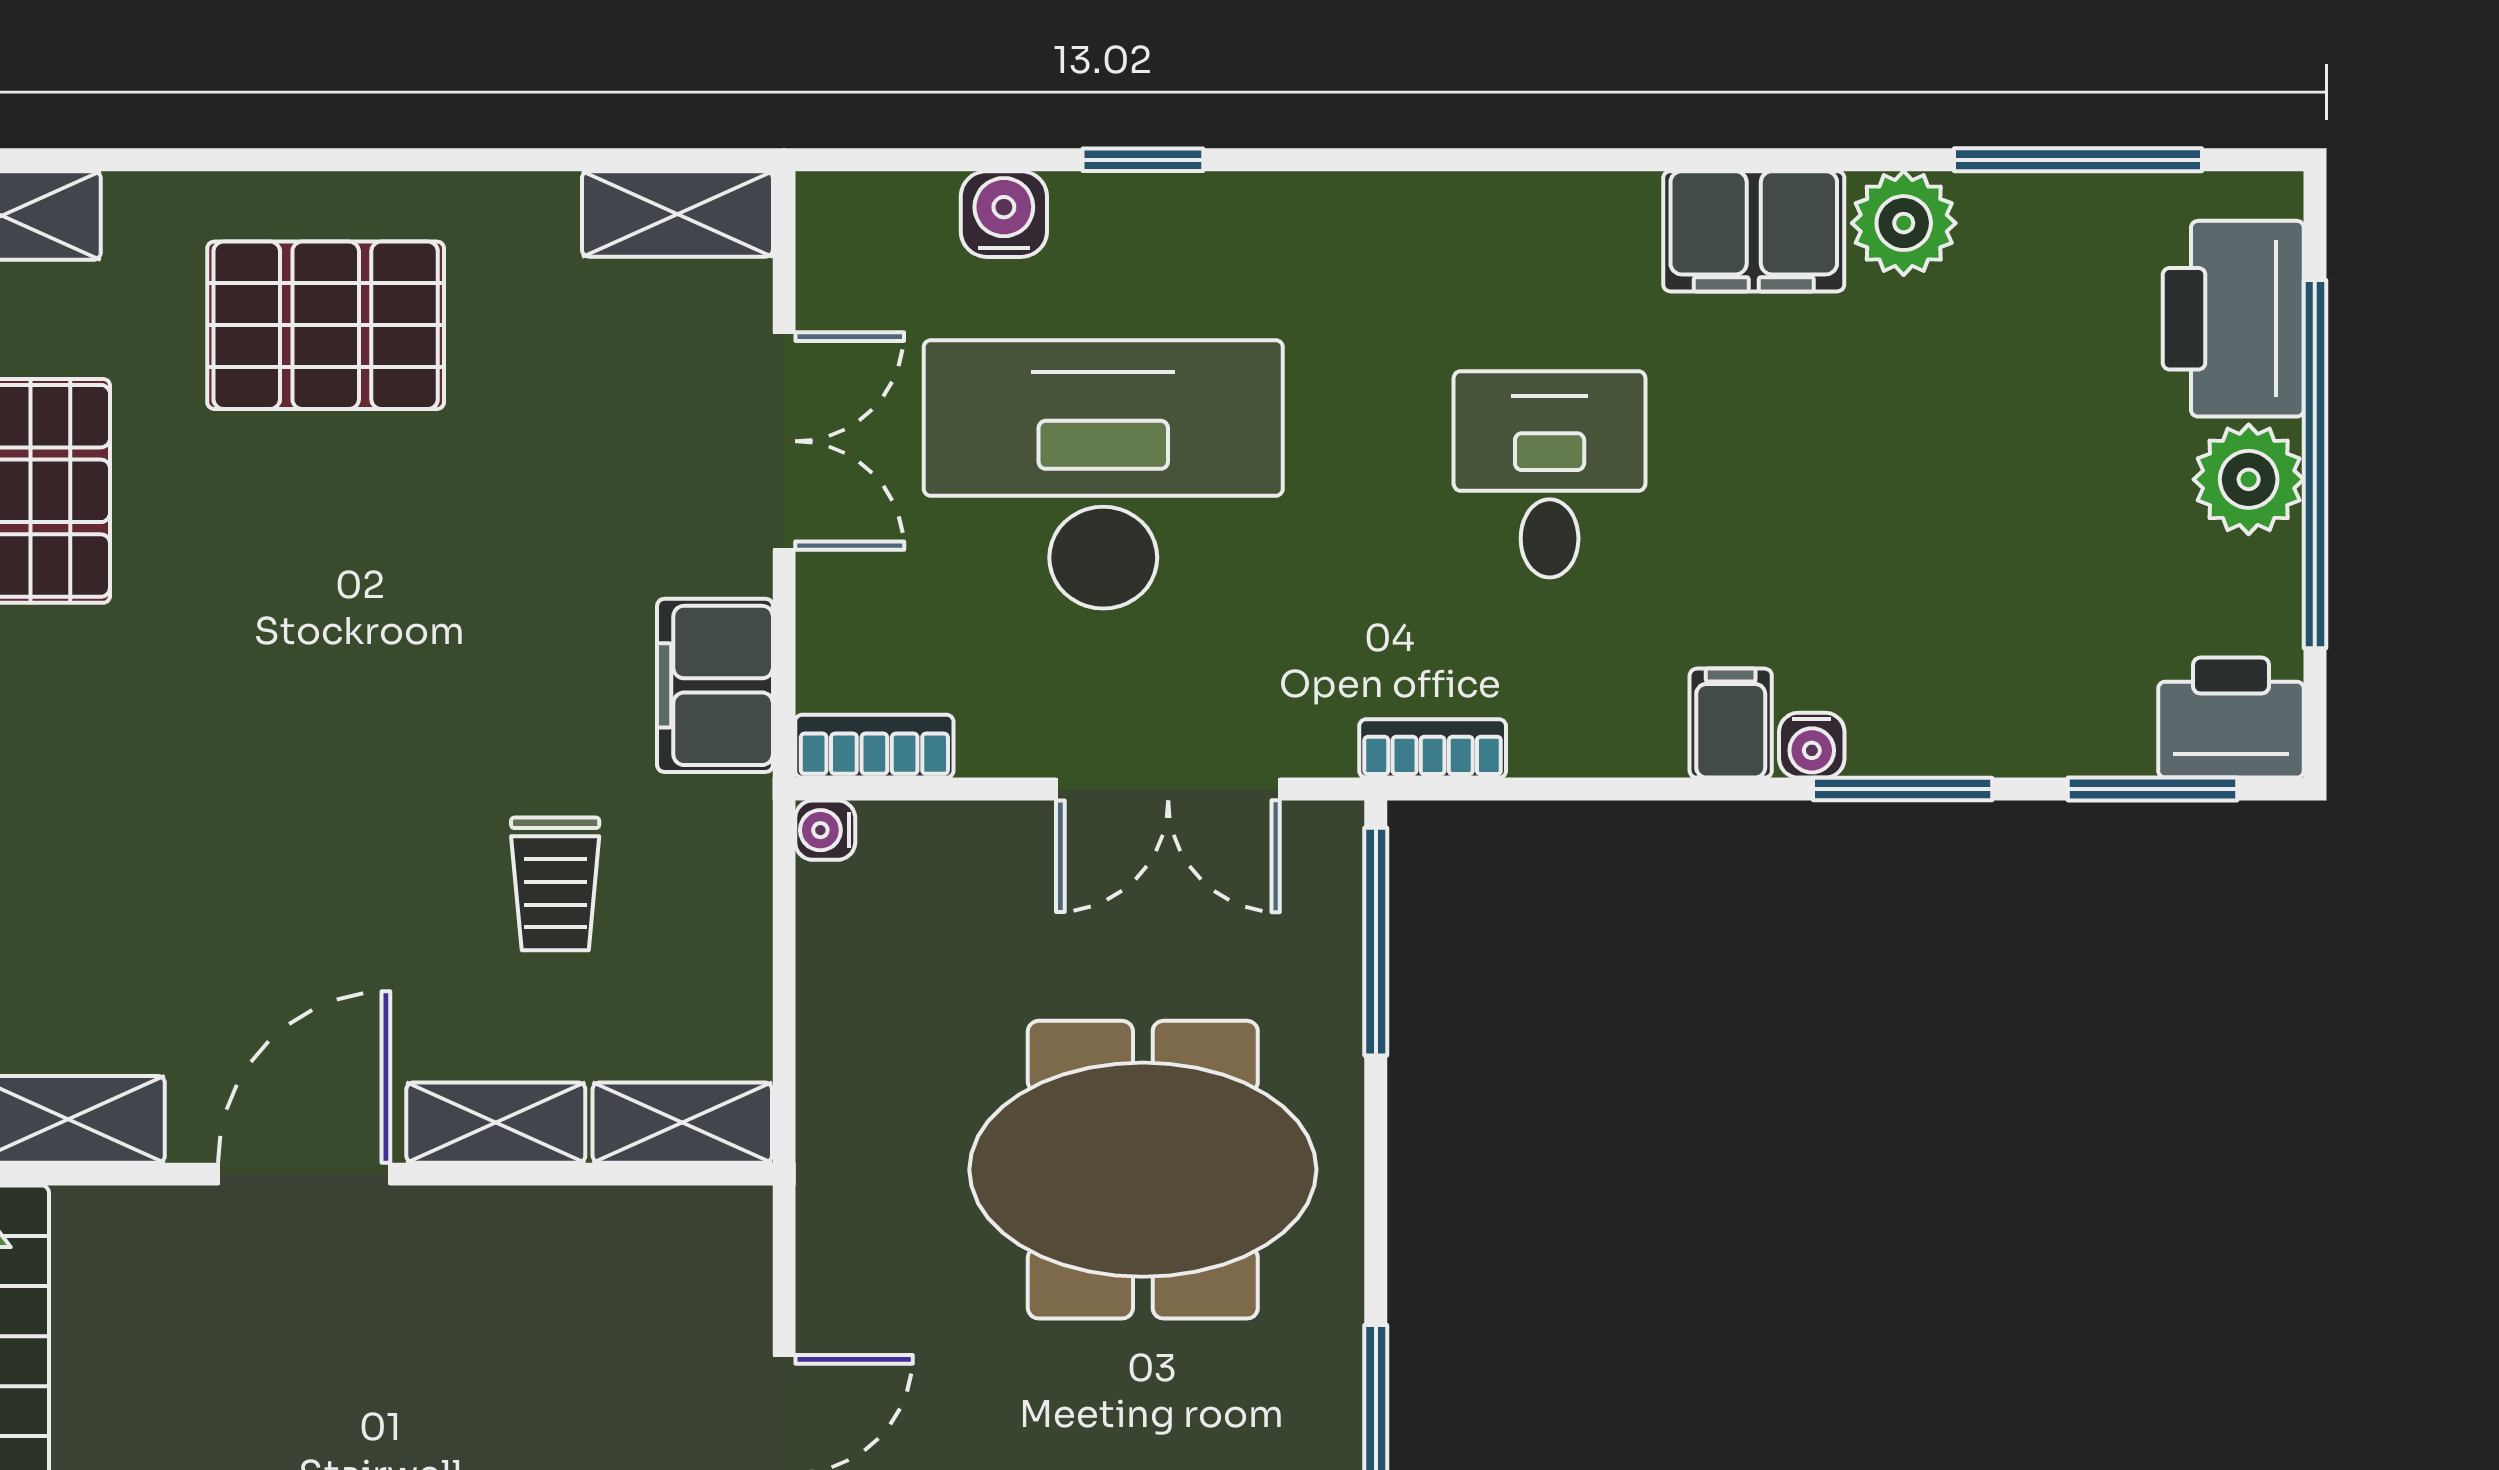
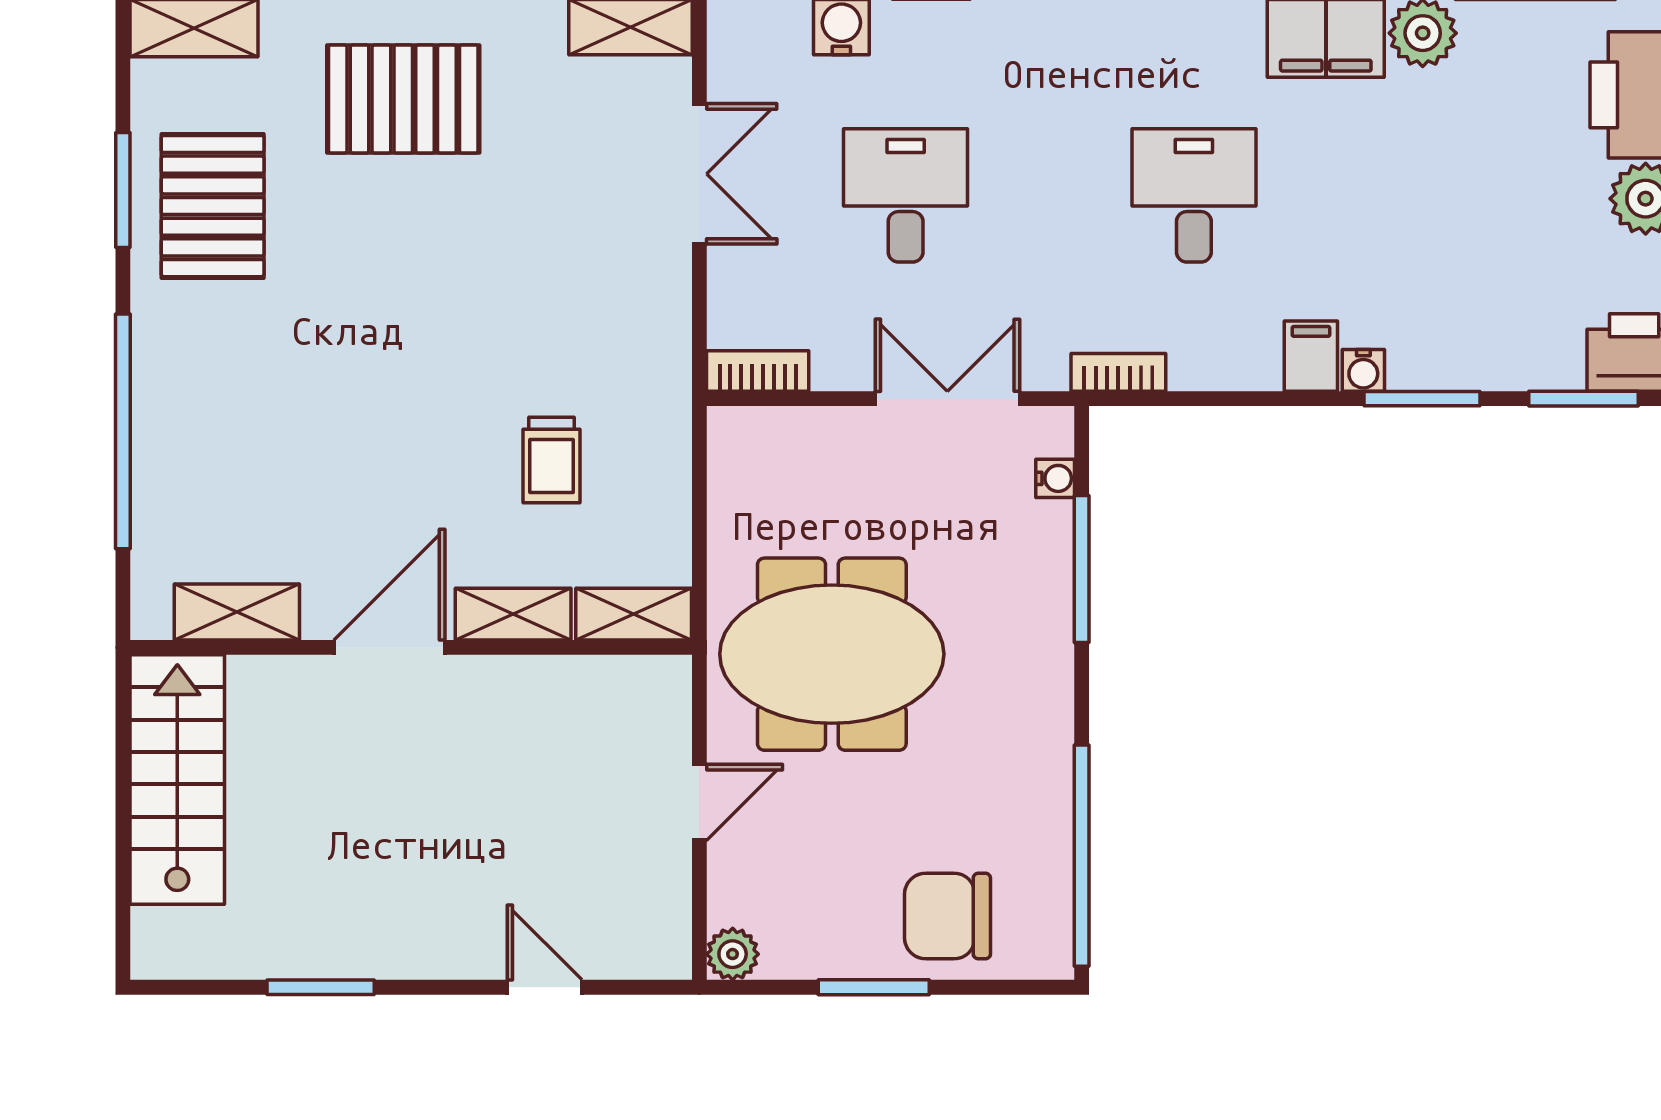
desk: (1103, 474) -> (906, 195), width x0.53, depth x0.77
filing cabinet: (715, 685) -> (655, 332), removed
double door: (1168, 789) -> (947, 399), swing flipped
water cooler: (825, 830) -> (1055, 478), moved, turned 180
window: (1376, 942) -> (1082, 569), moved
meeting table: (1143, 1170) -> (832, 654), moved

